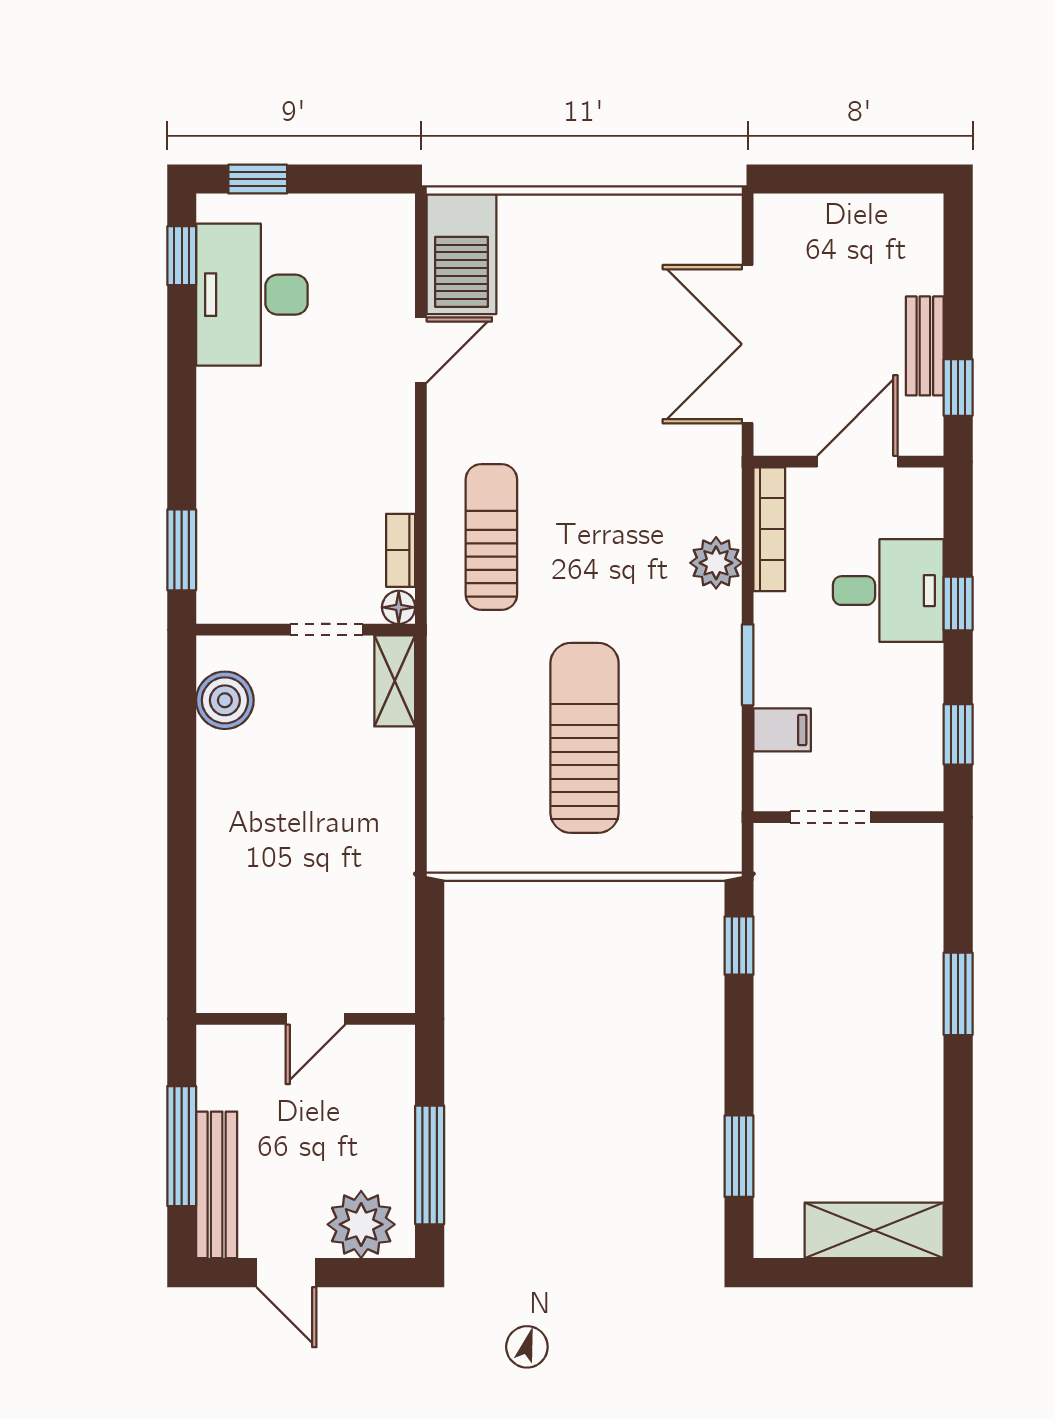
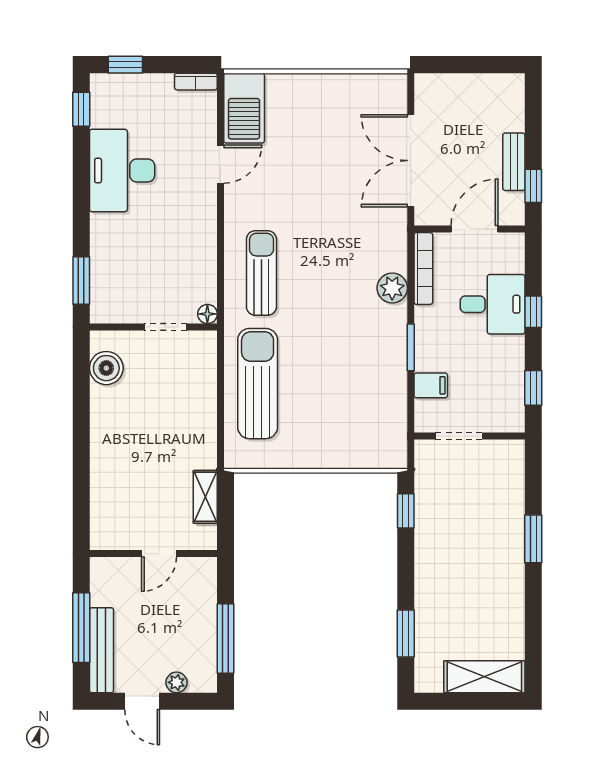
desk: (252, 295) -> (122, 170), moved
bookcase: (401, 550) -> (196, 82), moved, turned -90
shelving: (395, 681) -> (205, 497), moved
sun lounger: (584, 738) -> (258, 384), moved
plant: (361, 1224) -> (176, 682), width x0.53, depth x0.53

